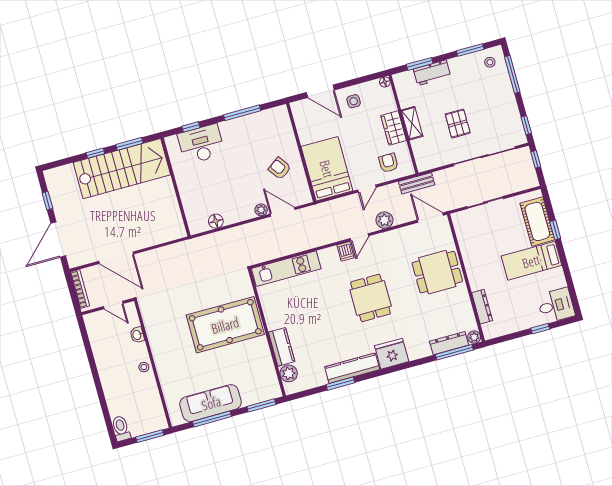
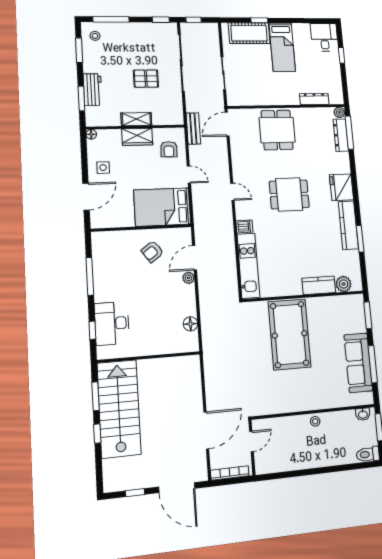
armchair: (388, 163) -> (169, 149), turned -87
plant: (384, 220) -> (221, 165), removed
dishwasher: (345, 251) -> (244, 226), moved
washbasin: (137, 335) -> (363, 414), moved

